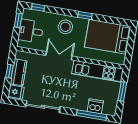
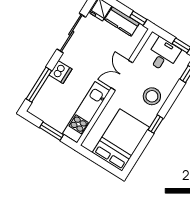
double door: (59, 56) -> (122, 75), swing flipped
window: (9, 71) -> (138, 18), moved
dishwasher: (95, 106) -> (61, 72), moved

